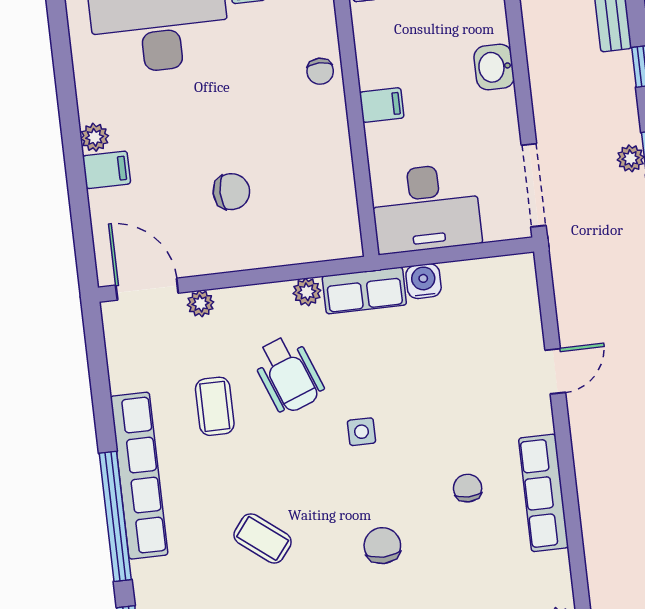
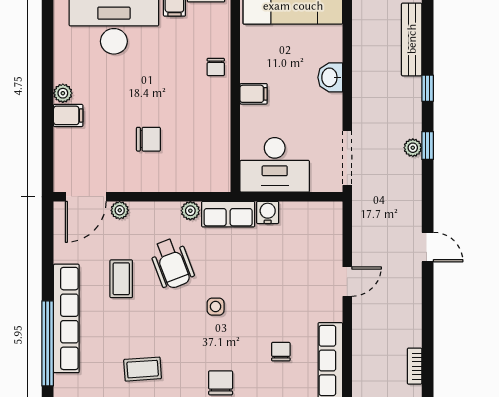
door: (147, 289) -> (86, 197), swing flipped
coffee table: (263, 538) -> (143, 369), turned -42

